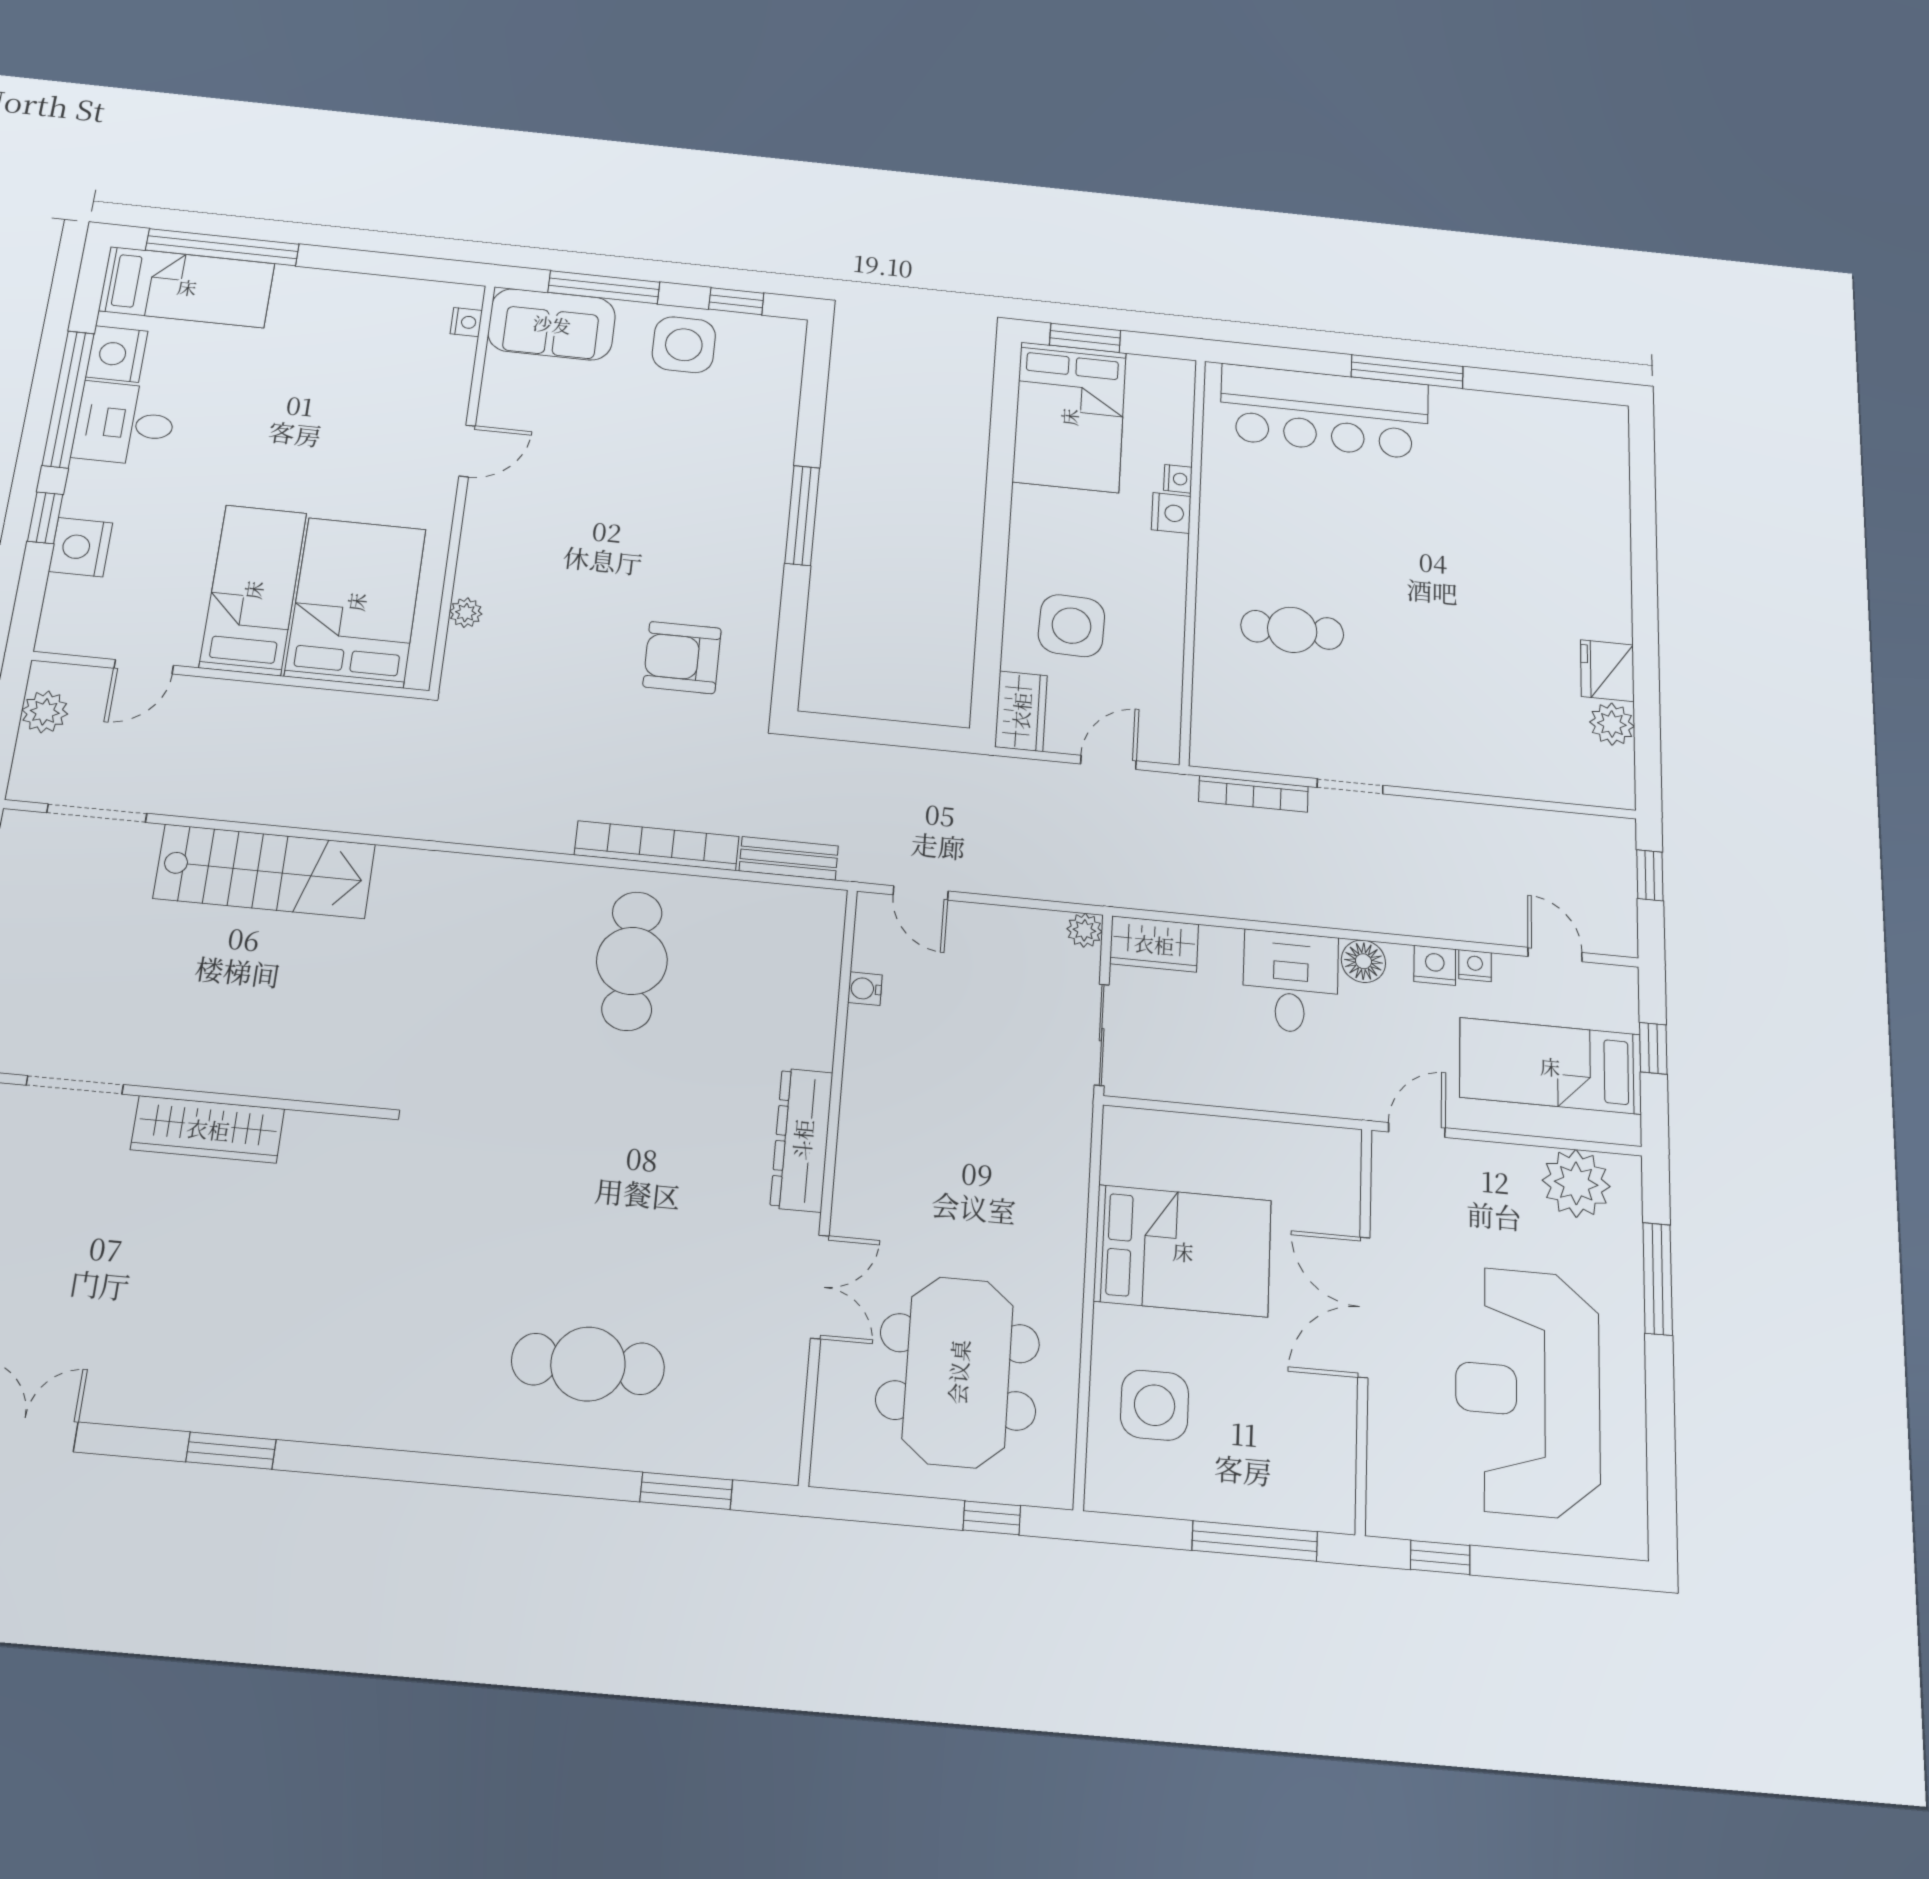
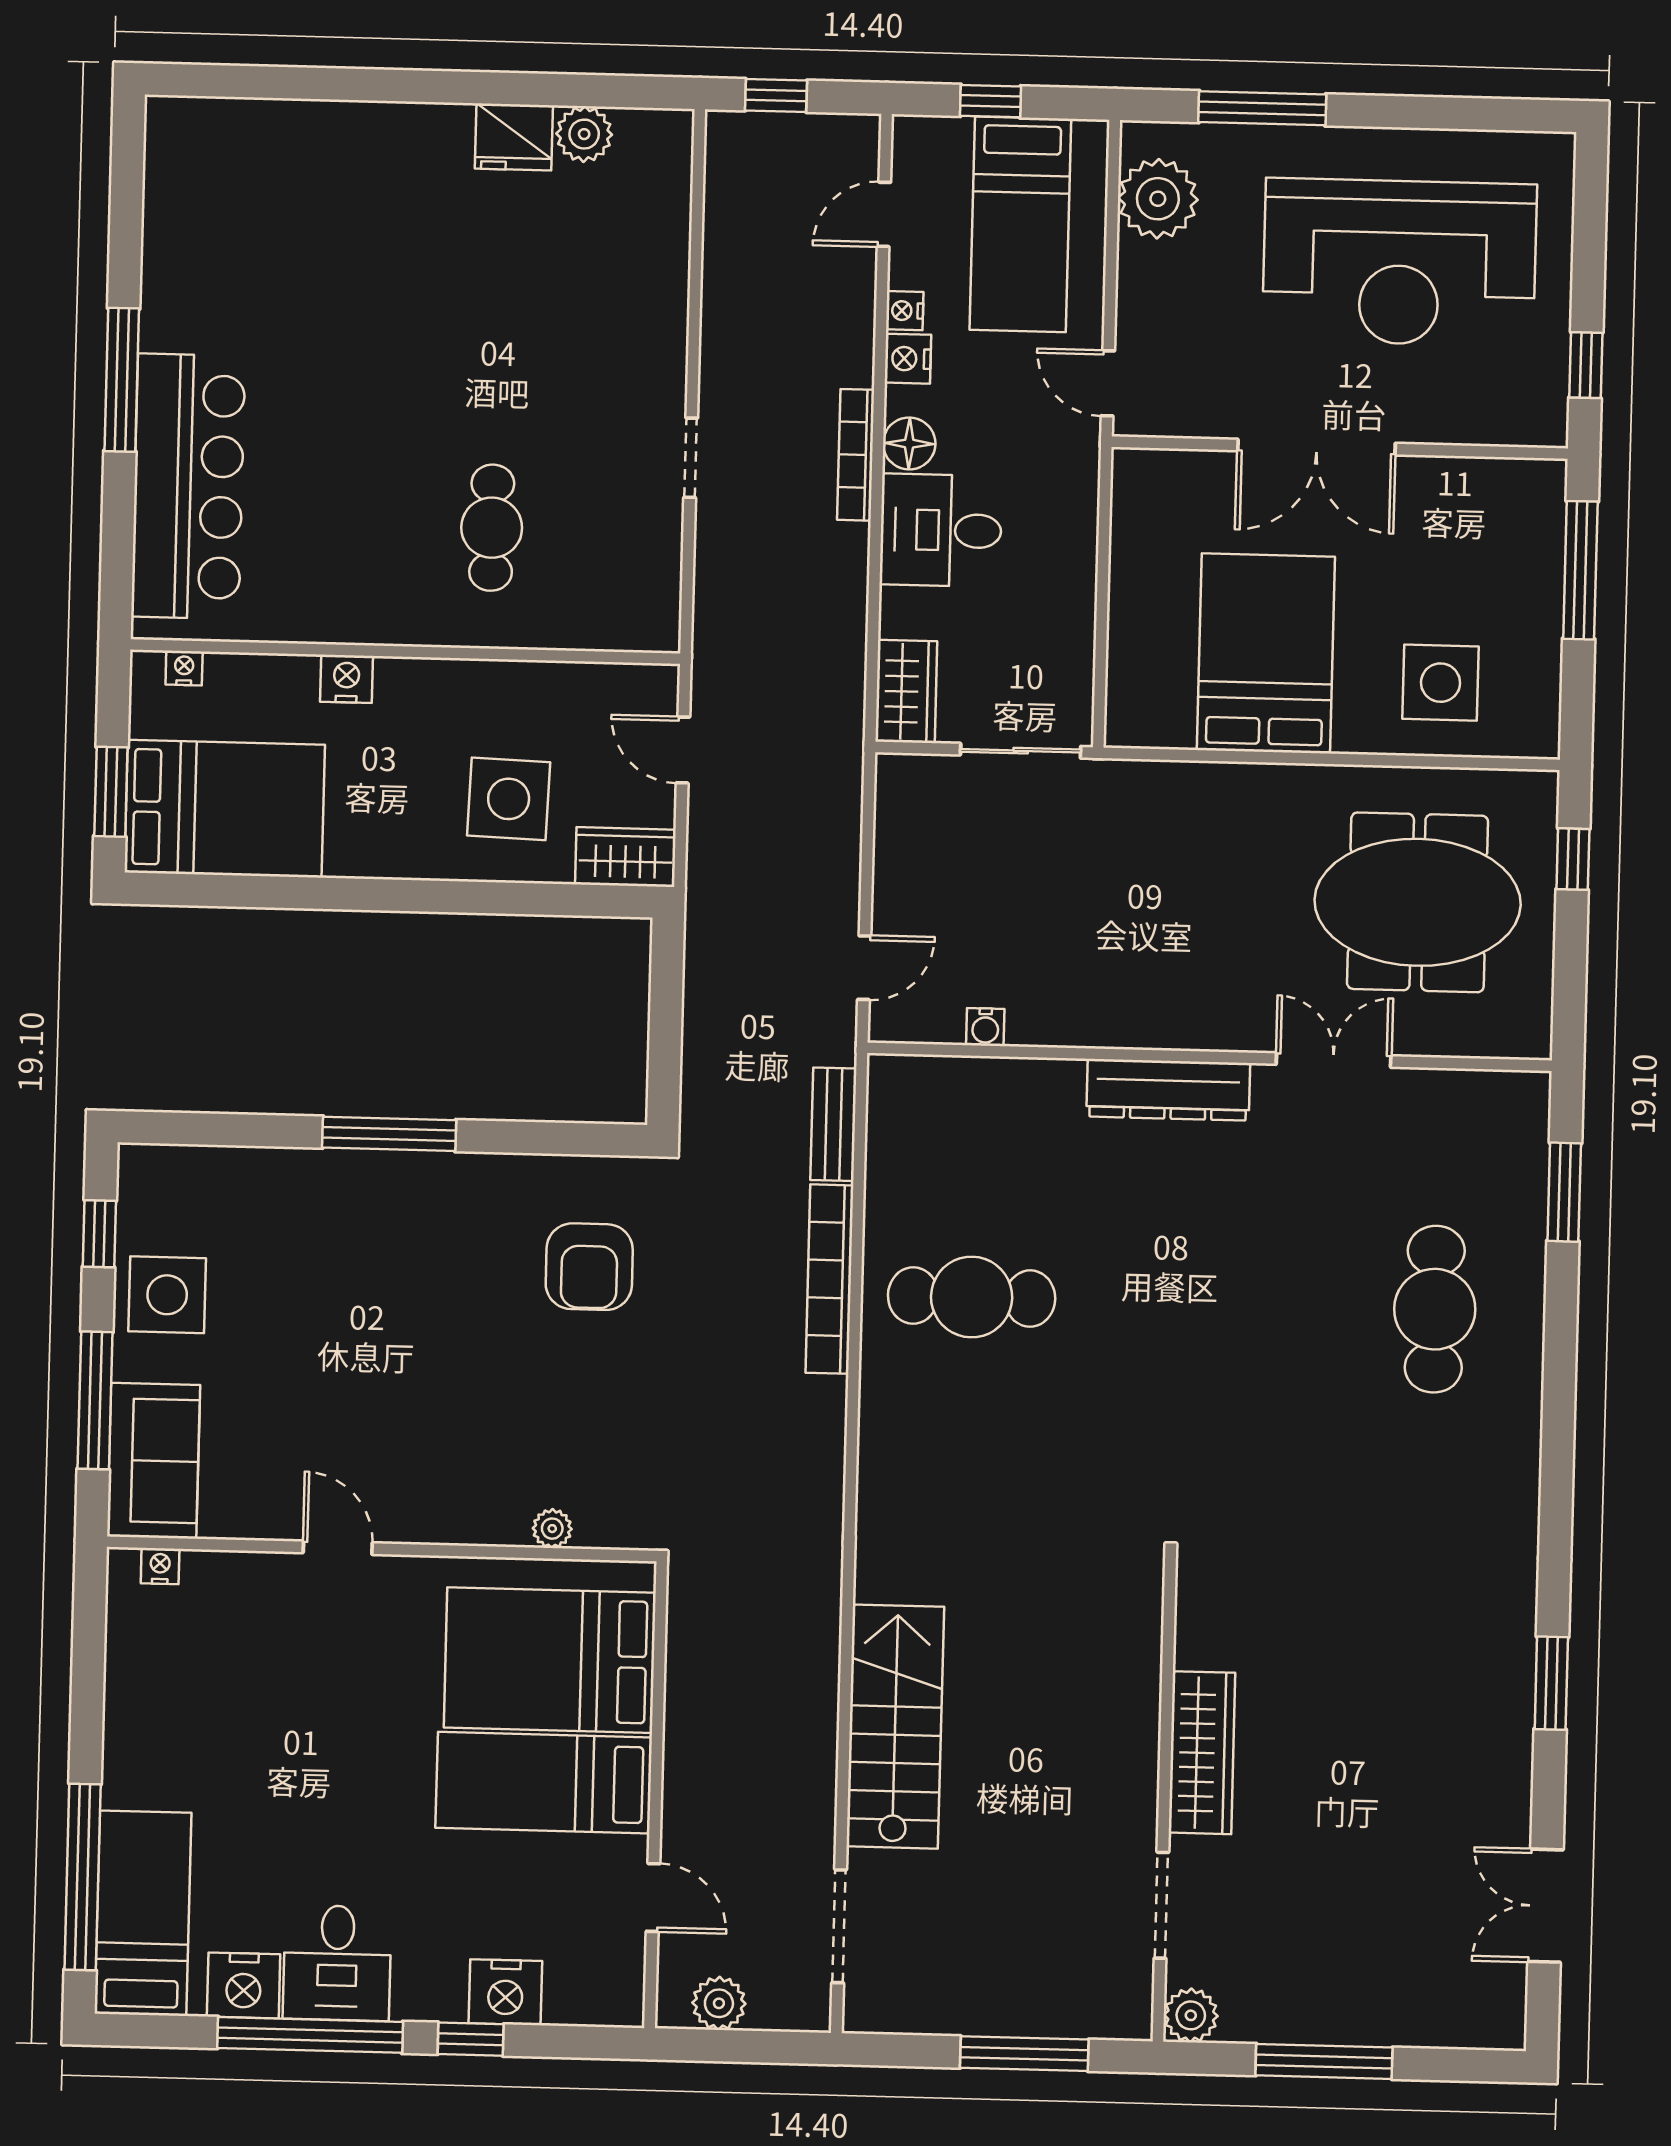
nightstand: (1178, 479) -> (184, 668), moved
bookcase: (1253, 794) -> (856, 455), moved, turned 180
plant: (1084, 930) -> (896, 774), removed

